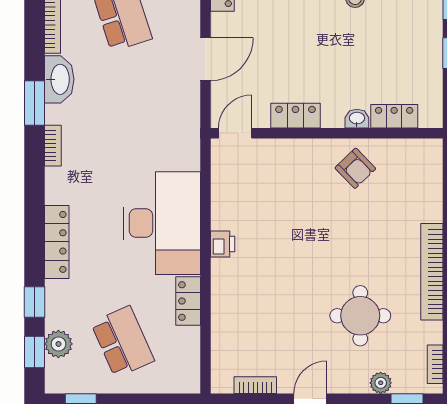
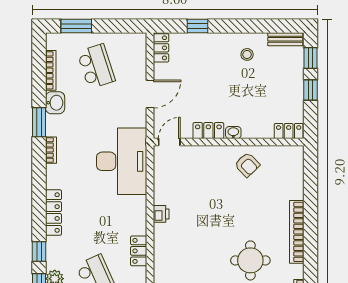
washbasin: (59, 79) -> (55, 103), width x0.72
locker: (394, 116) -> (289, 131), moved
washbasin: (357, 119) -> (233, 133), moved
desk: (162, 223) -> (122, 161), moved

